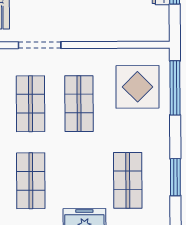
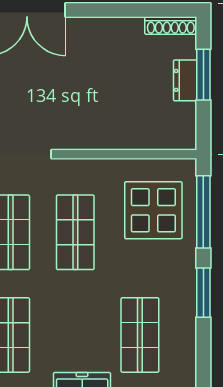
window: (175, 177) -> (203, 293), moved

